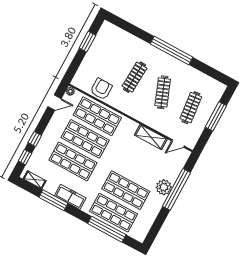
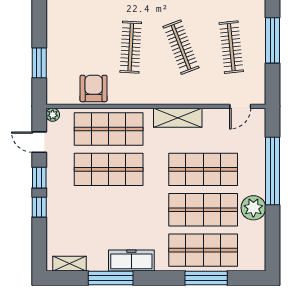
window: (87, 42) -> (39, 63), moved
door: (54, 103) -> (39, 142), swing flipped
shelving: (151, 137) -> (178, 118), moved
window: (25, 157) -> (39, 178), moved
shop shelf: (73, 161) -> (203, 169), moved
plant: (164, 187) -> (253, 208), moved
window: (107, 229) -> (206, 278), width x0.68

